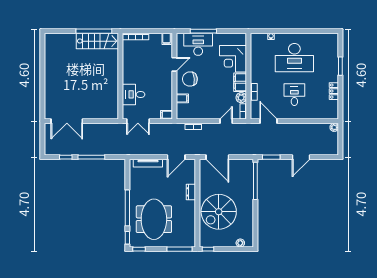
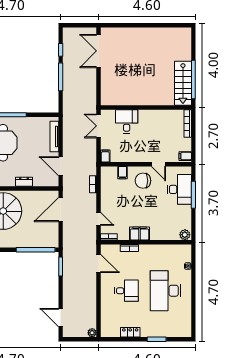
corner desk: (233, 59) -> (164, 226), removed
chair: (190, 79) -> (143, 181), turned -85
plant: (241, 98) -> (185, 235), moved
door: (269, 121) -> (99, 263), hinge flipped
door: (301, 157) -> (61, 318), moved

